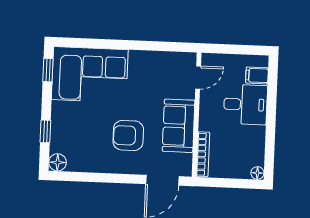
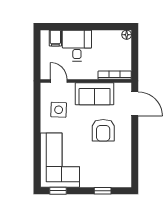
side table: (159, 76) -> (59, 110), added
floor lamp: (58, 162) -> (125, 181), removed

